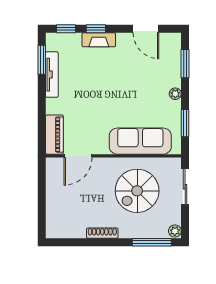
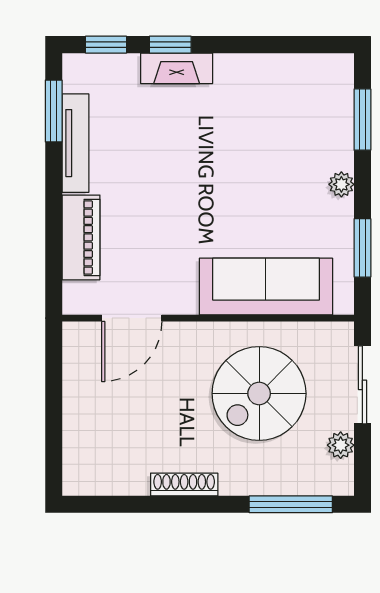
door: (146, 29) -> (278, 45), removed
piano: (54, 135) -> (81, 237), moved
plant: (175, 231) -> (341, 445), moved

